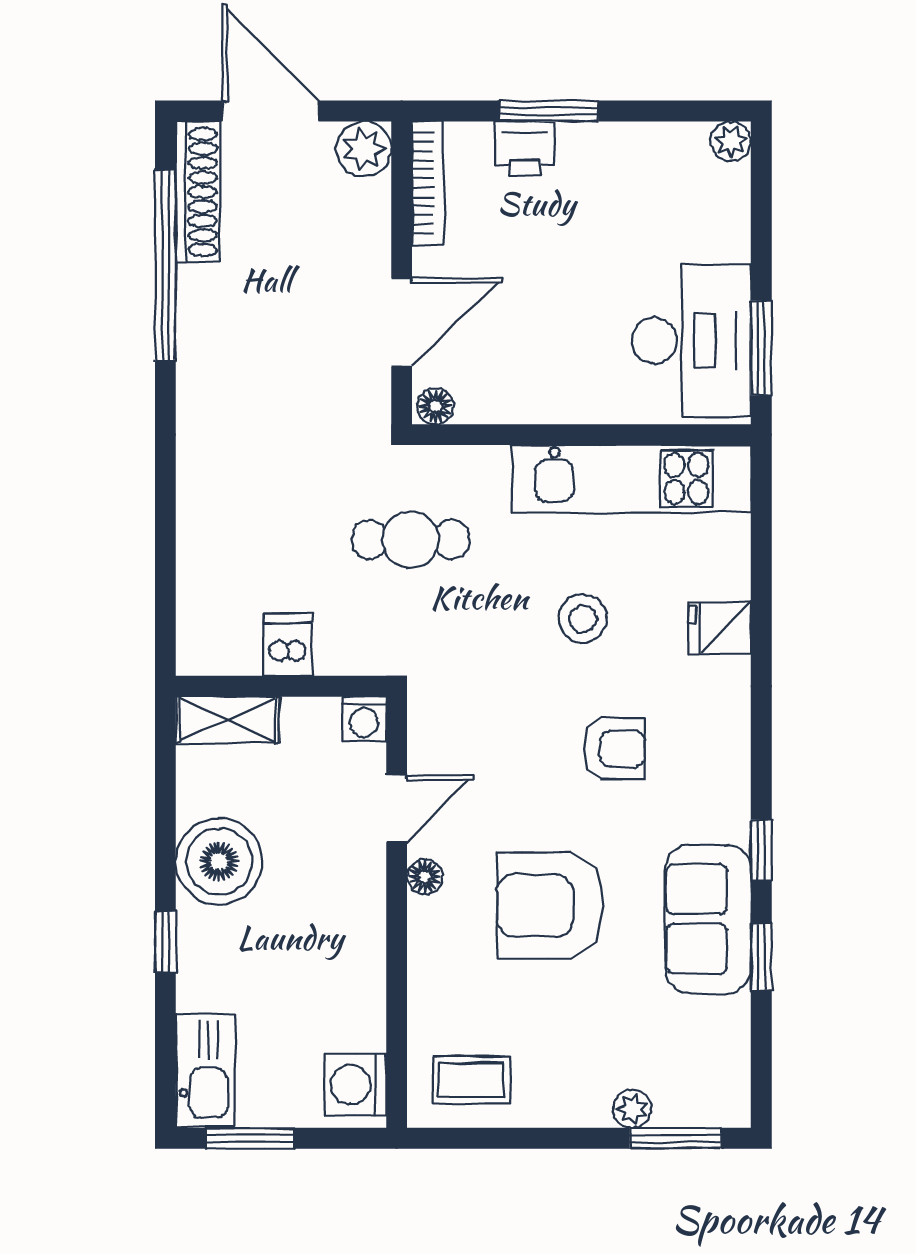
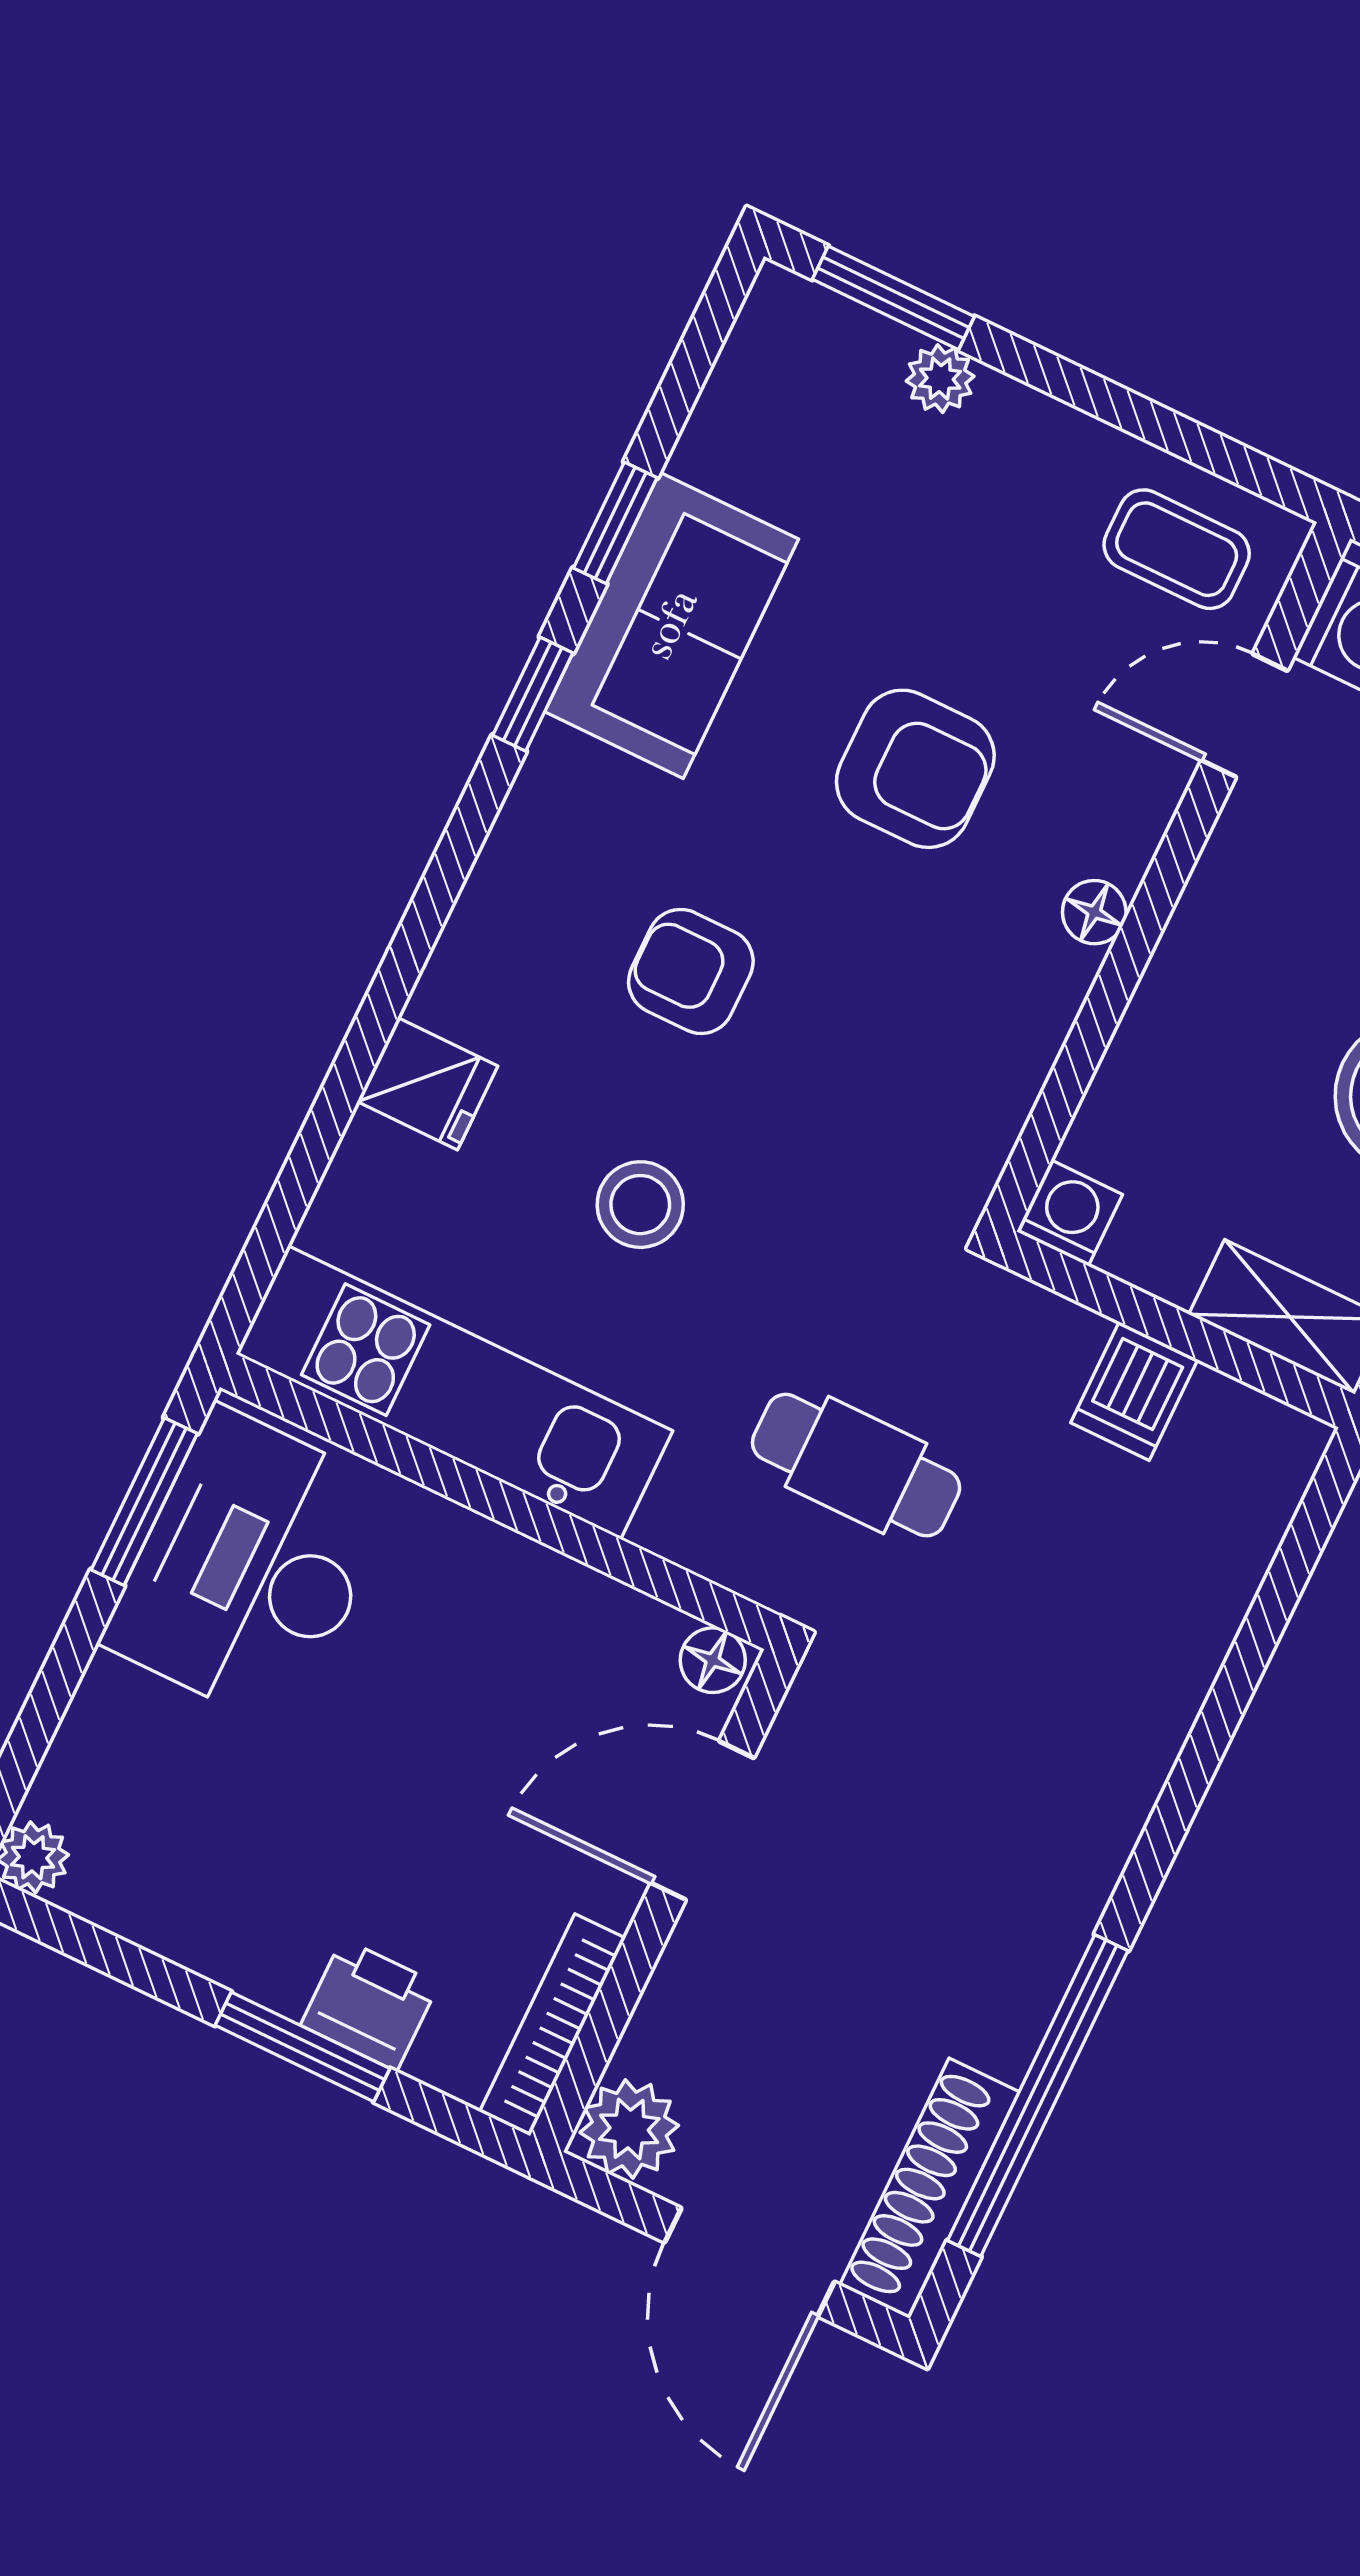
door: (397, 809) -> (1244, 715), moved
armchair: (550, 906) -> (915, 769), width x0.73, depth x0.73

